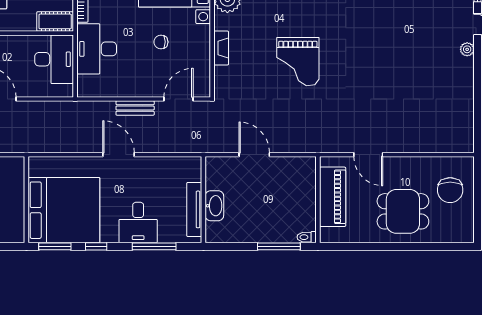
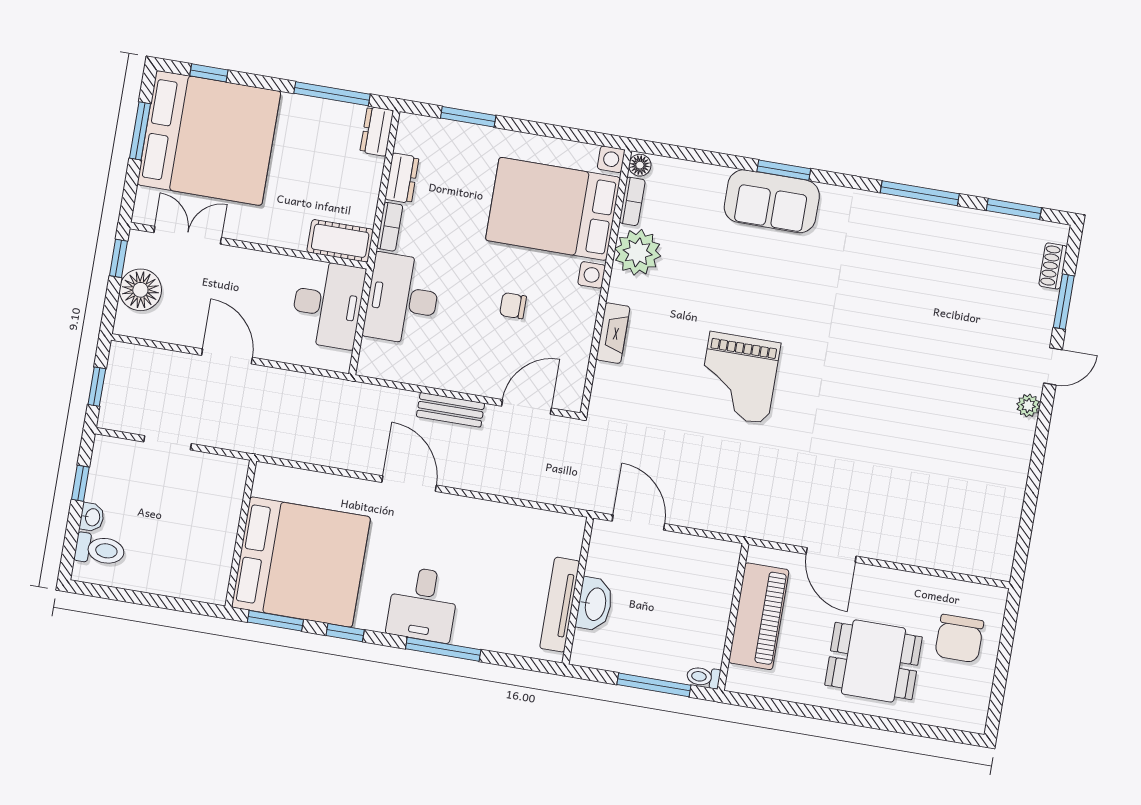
wall: (203, 200) -> (578, 591), moved
washbasin: (214, 206) -> (595, 604), moved
tv unit: (194, 209) -> (560, 605), moved

